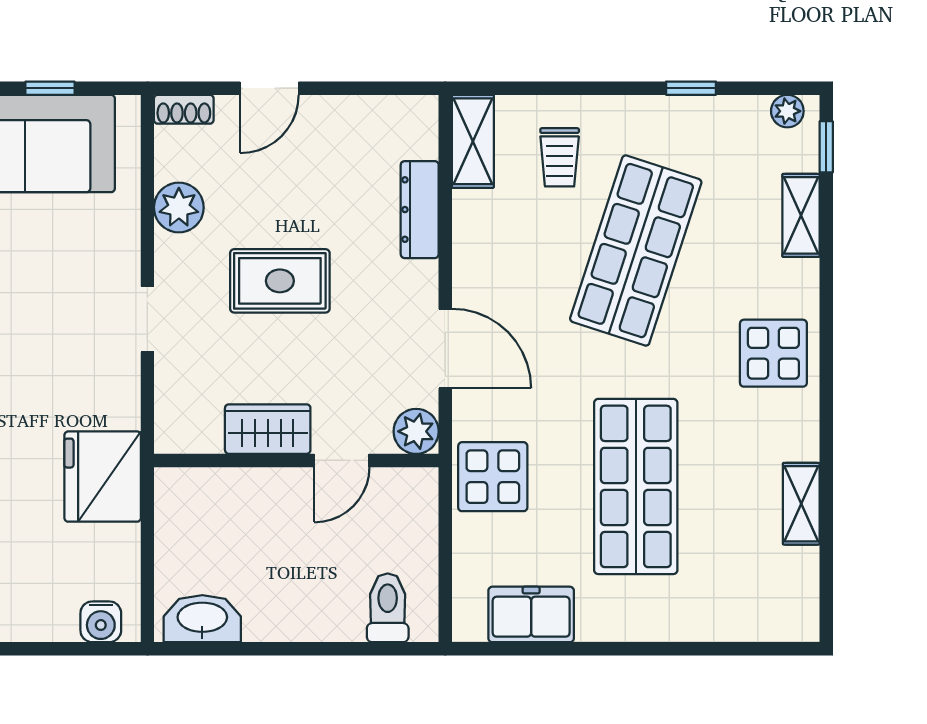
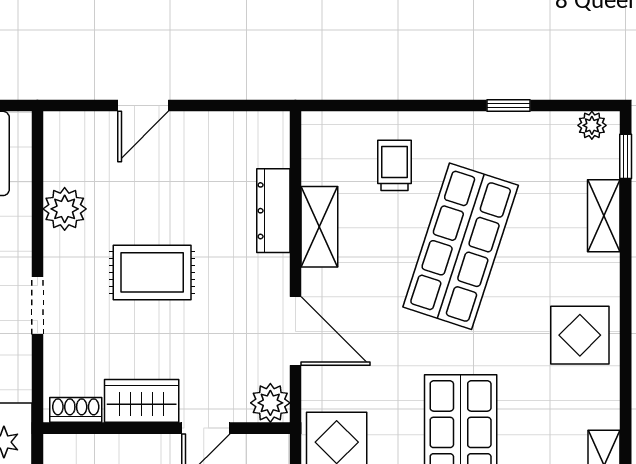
shoe rack: (184, 109) -> (76, 410), moved, turned 180
shelving: (473, 141) -> (319, 227), moved
trolley: (560, 157) -> (395, 165), turned 180

